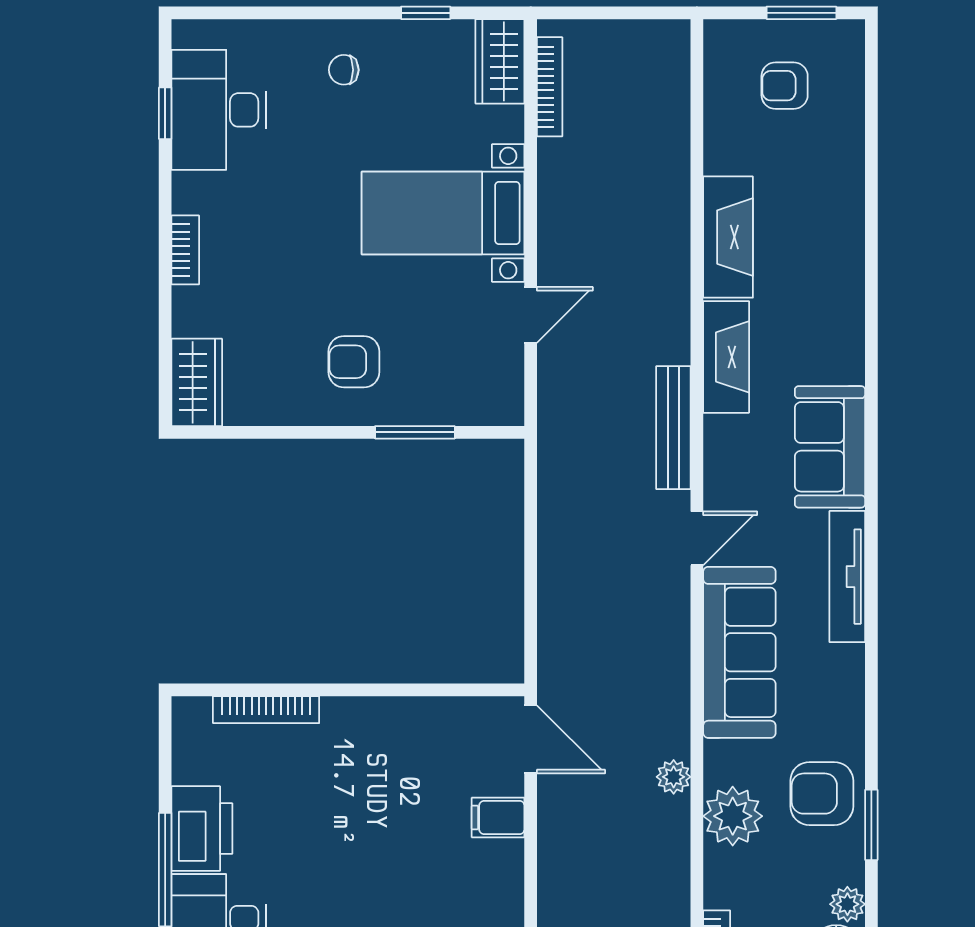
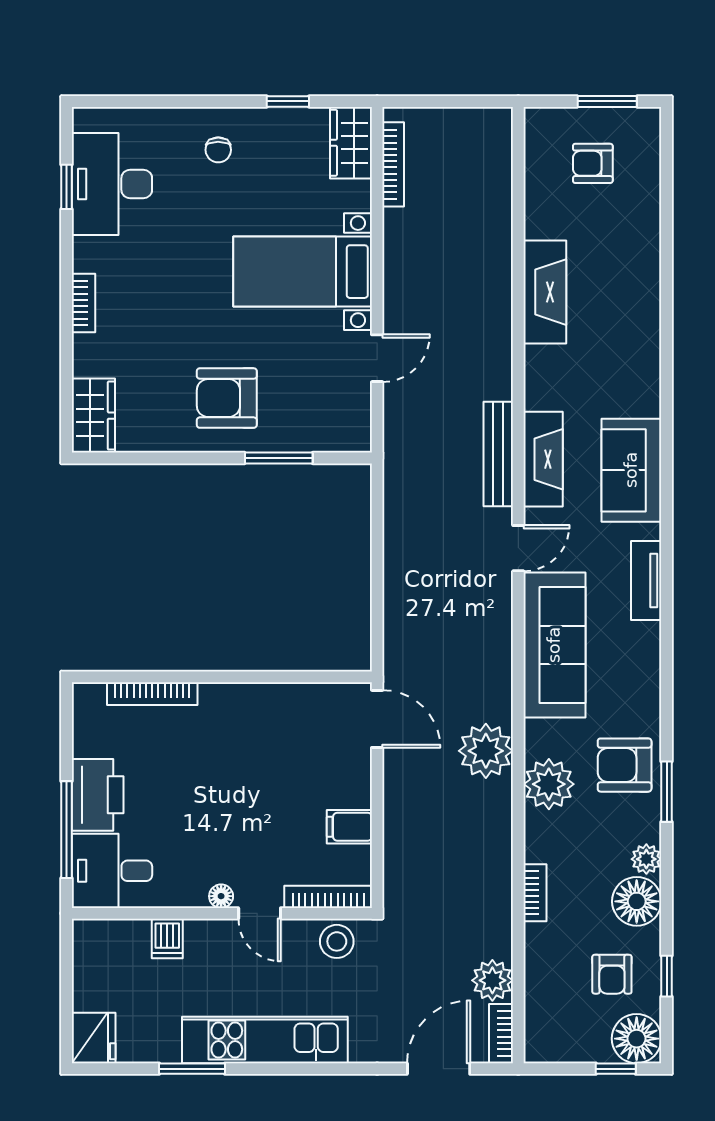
chair: (344, 70) -> (218, 150), turned -90
fireplace: (726, 357) -> (543, 459), moved
armchair: (354, 362) -> (227, 398), width x1.38, depth x1.38
tv unit: (847, 577) -> (646, 581), width x0.71
plant: (674, 777) -> (486, 751), width x1.88, depth x1.88
filing cabinet: (498, 818) -> (349, 827), moved

